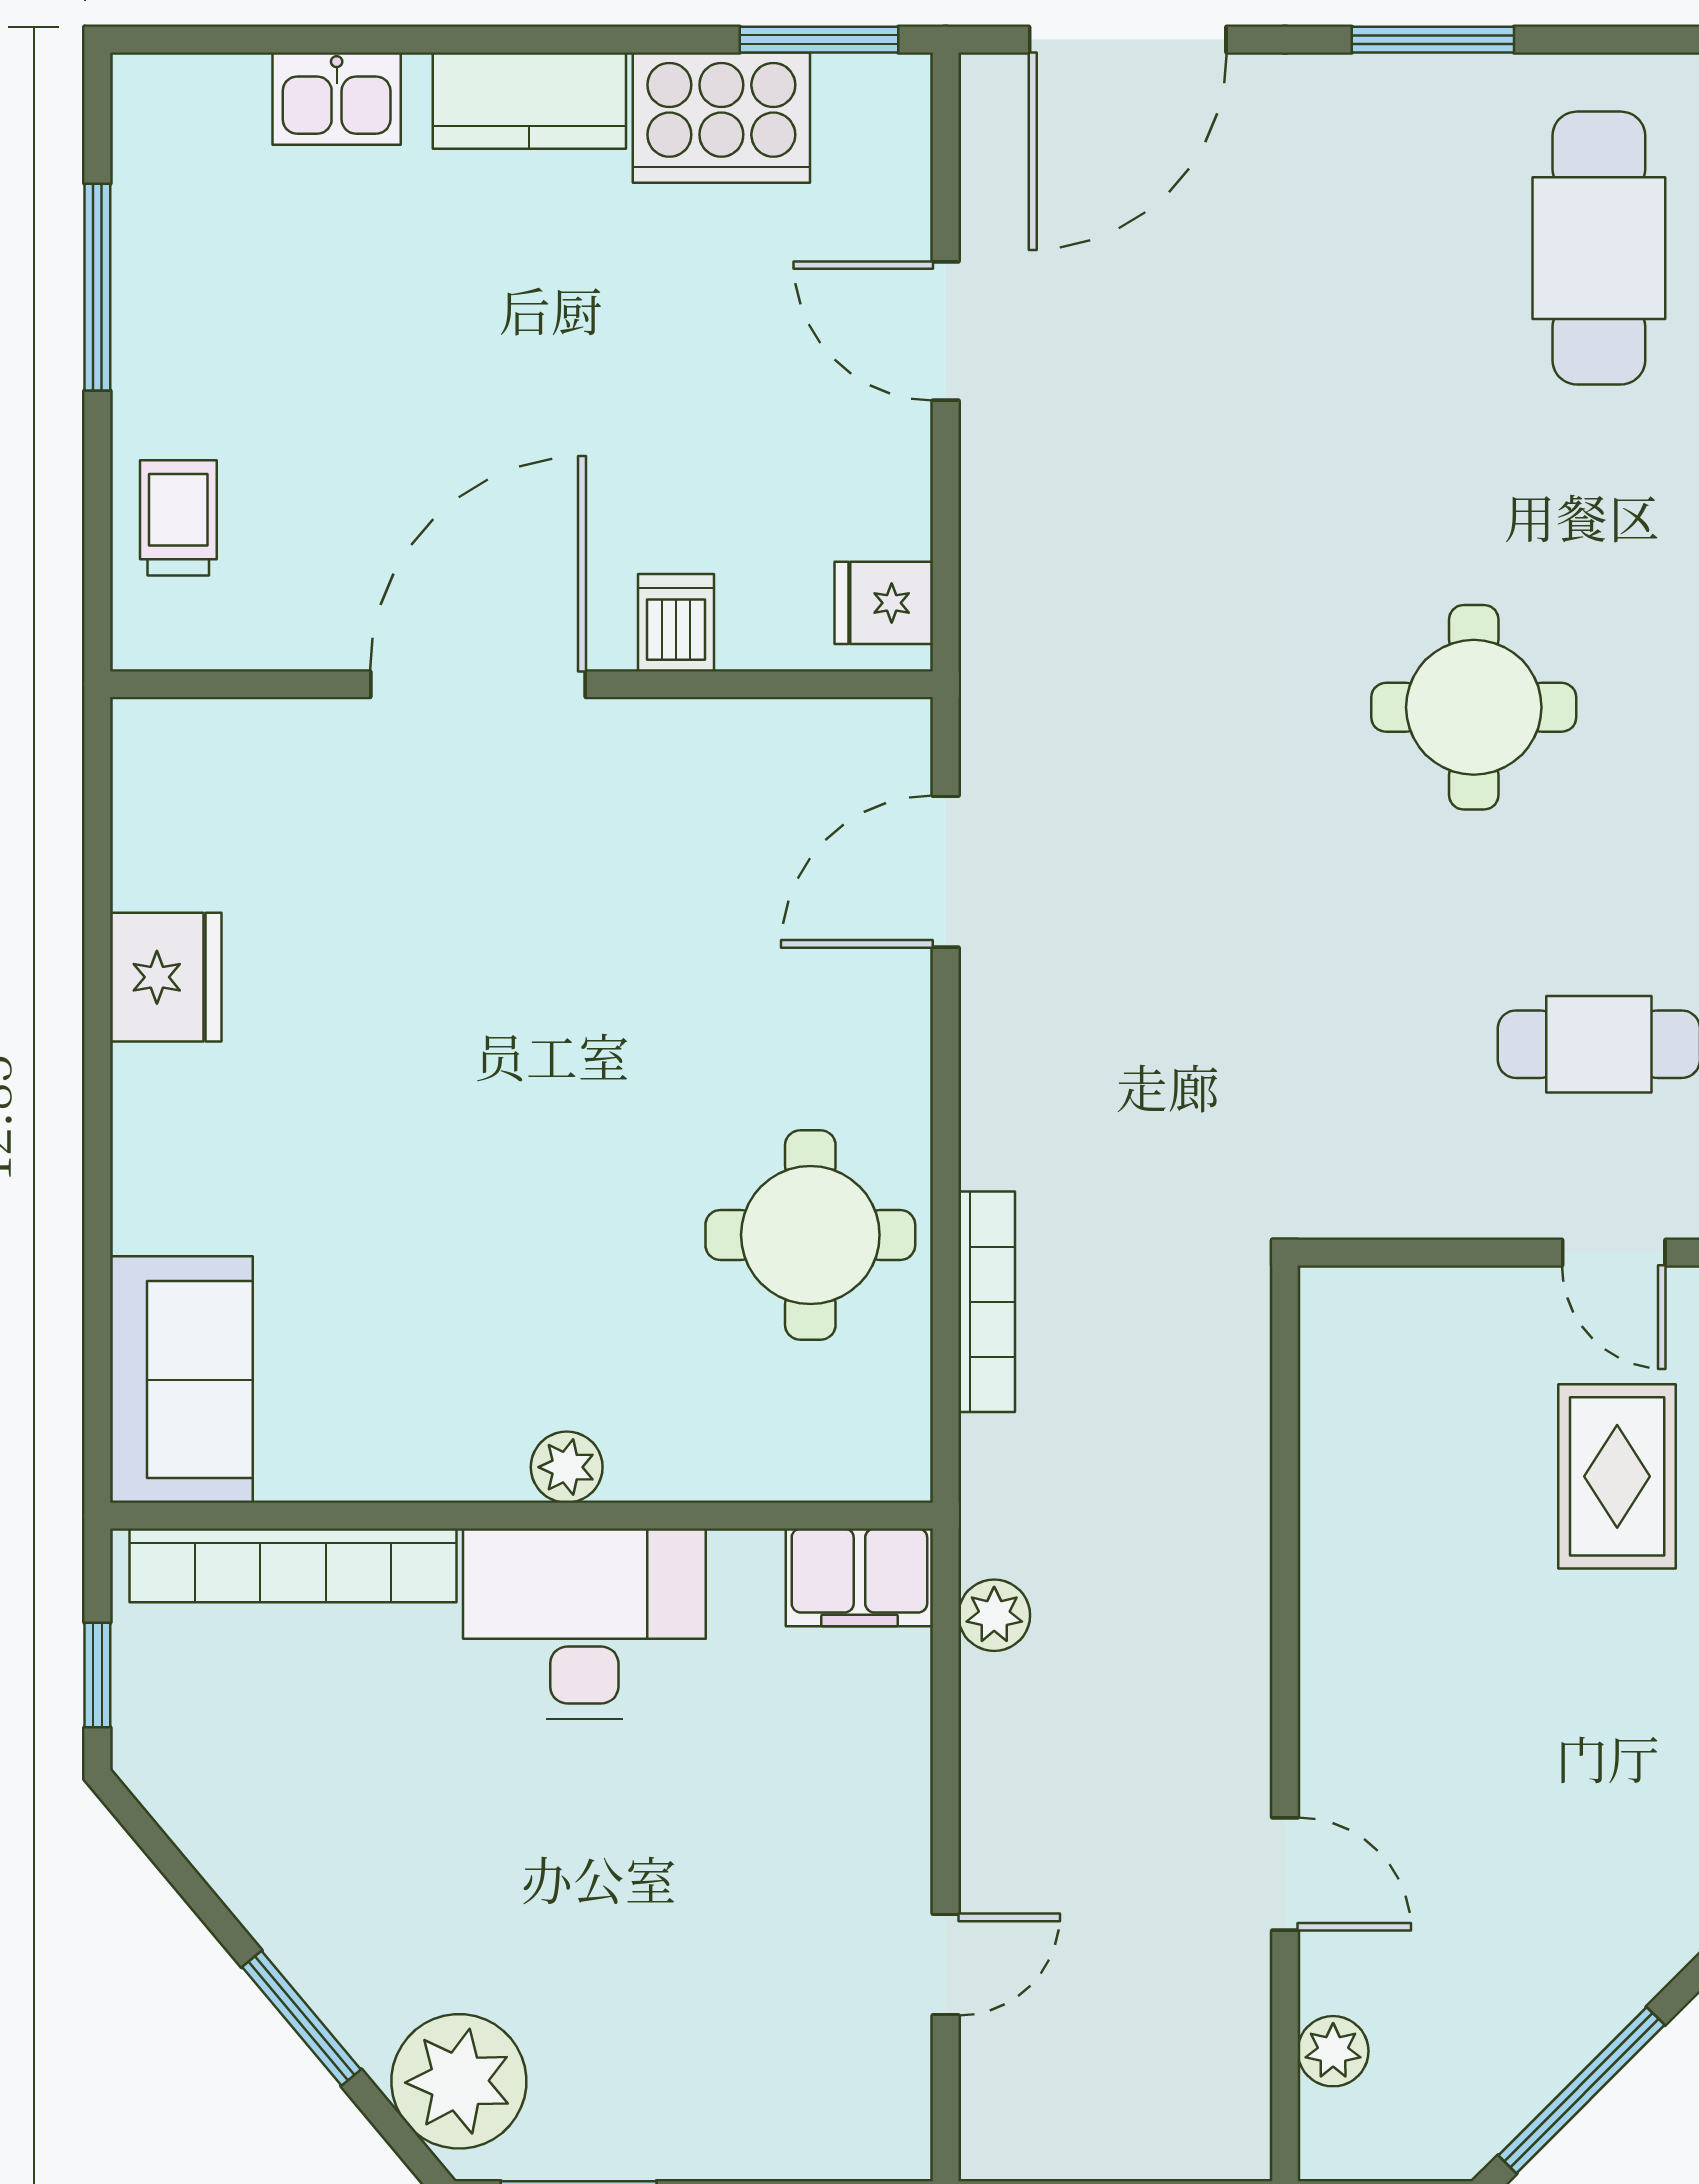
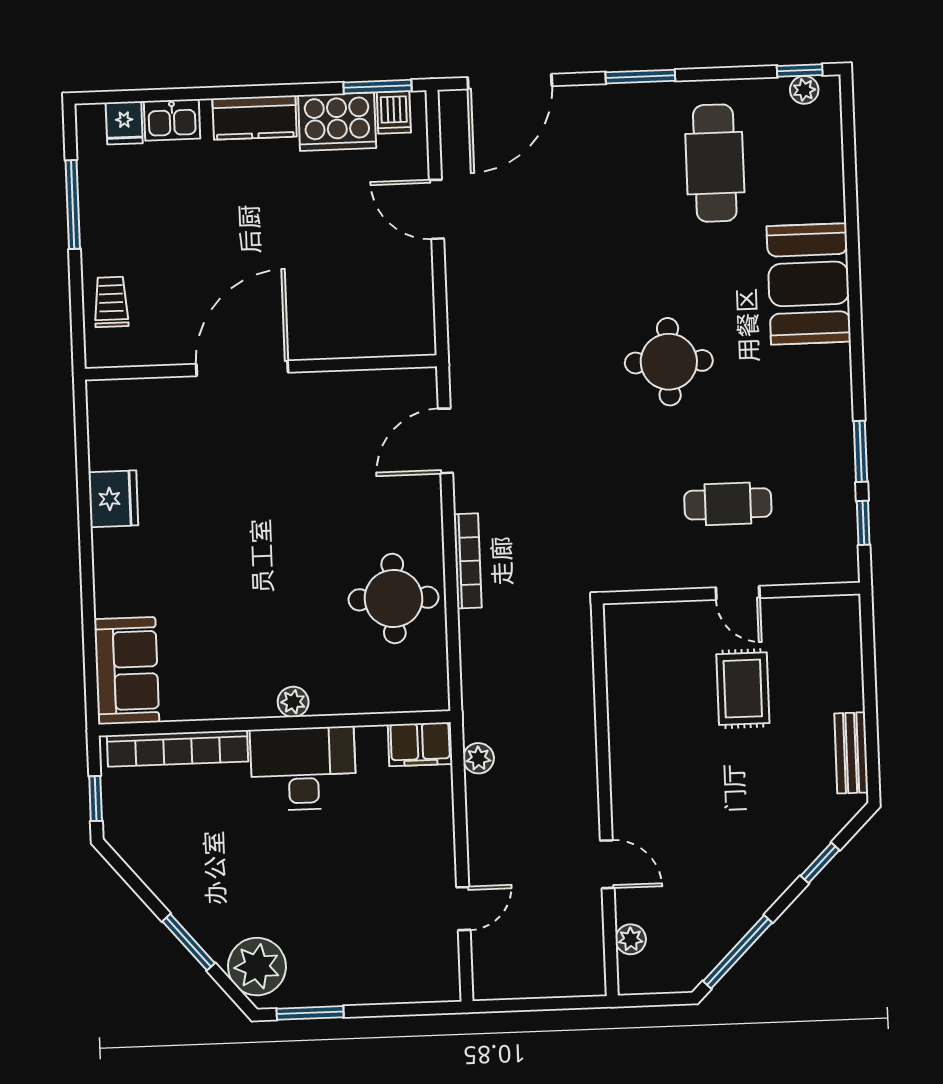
fridge: (884, 603) -> (124, 123), moved, turned -90
dishwasher: (676, 623) -> (394, 112), moved, turned 180
bookcase: (987, 1302) -> (468, 561), moved

